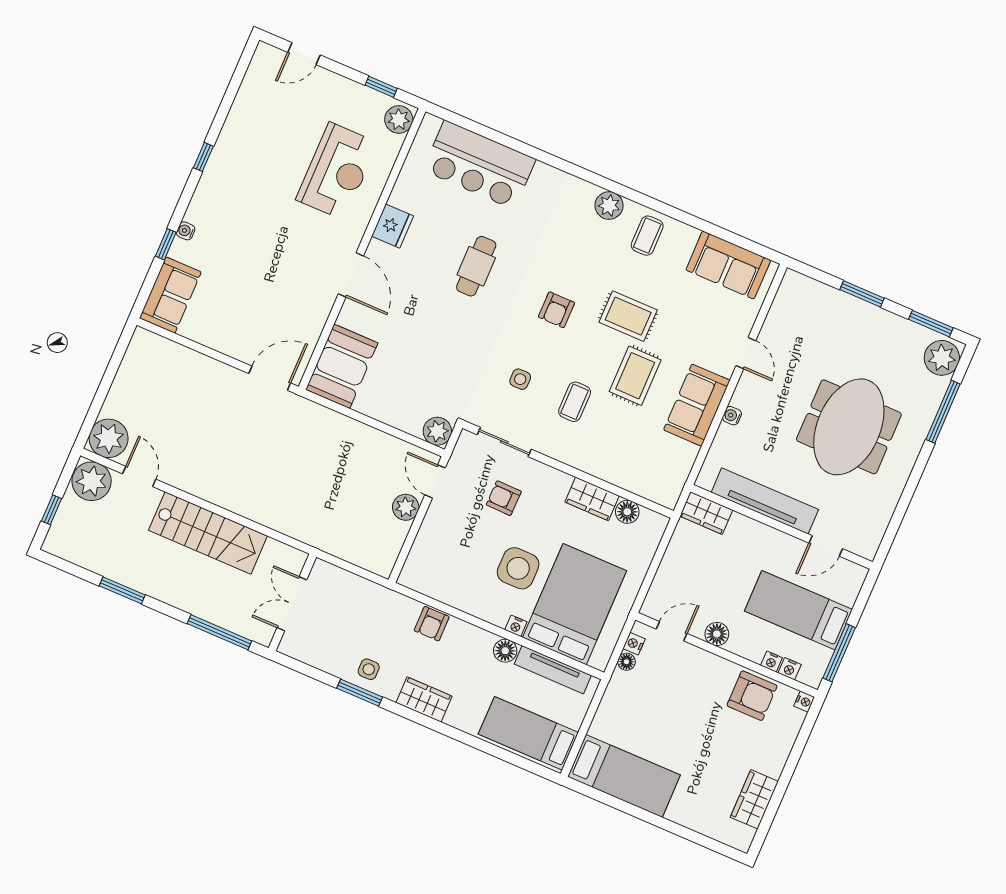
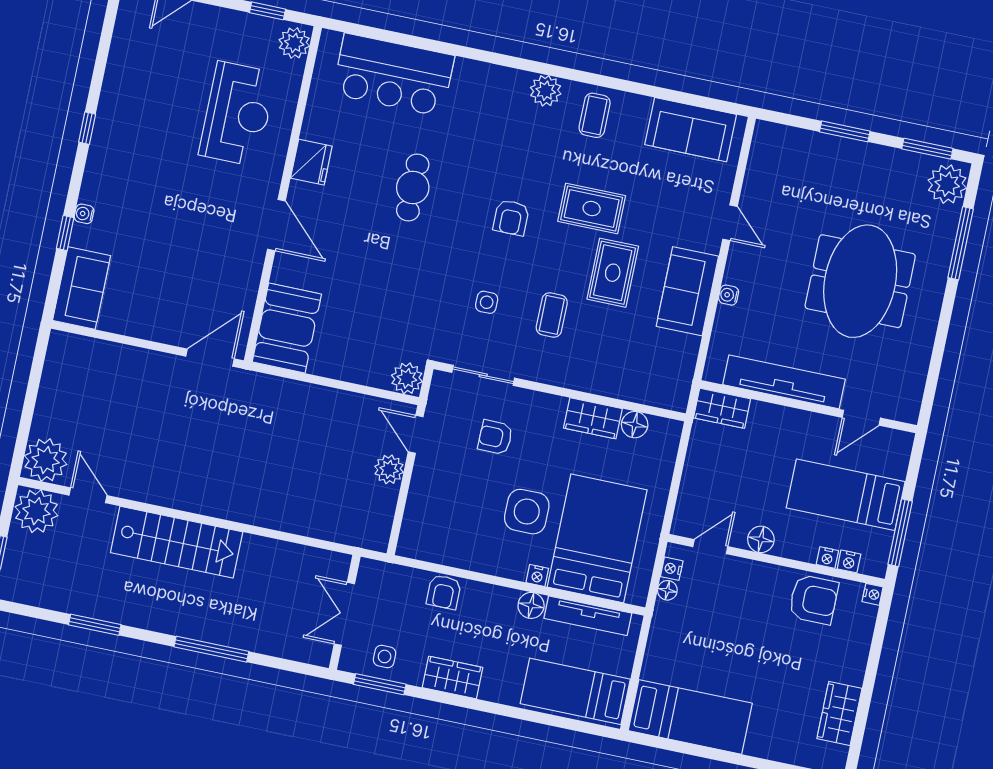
wall: (292, 602) -> (345, 612), moved
double door: (292, 604) -> (344, 614), moved

